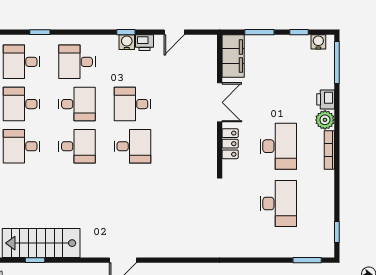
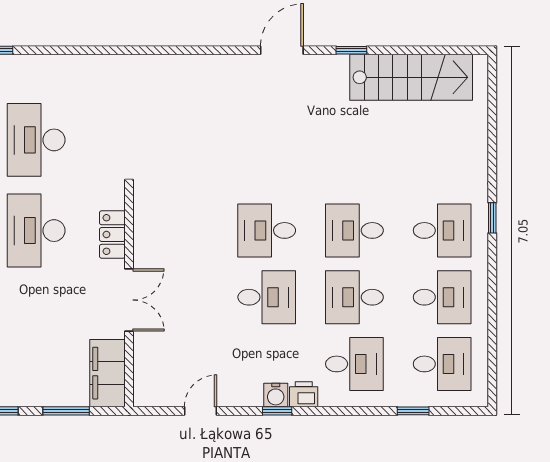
printer: (144, 43) -> (304, 394), moved
double door: (220, 102) -> (129, 300), swing flipped
window: (35, 260) -> (351, 50), moved

